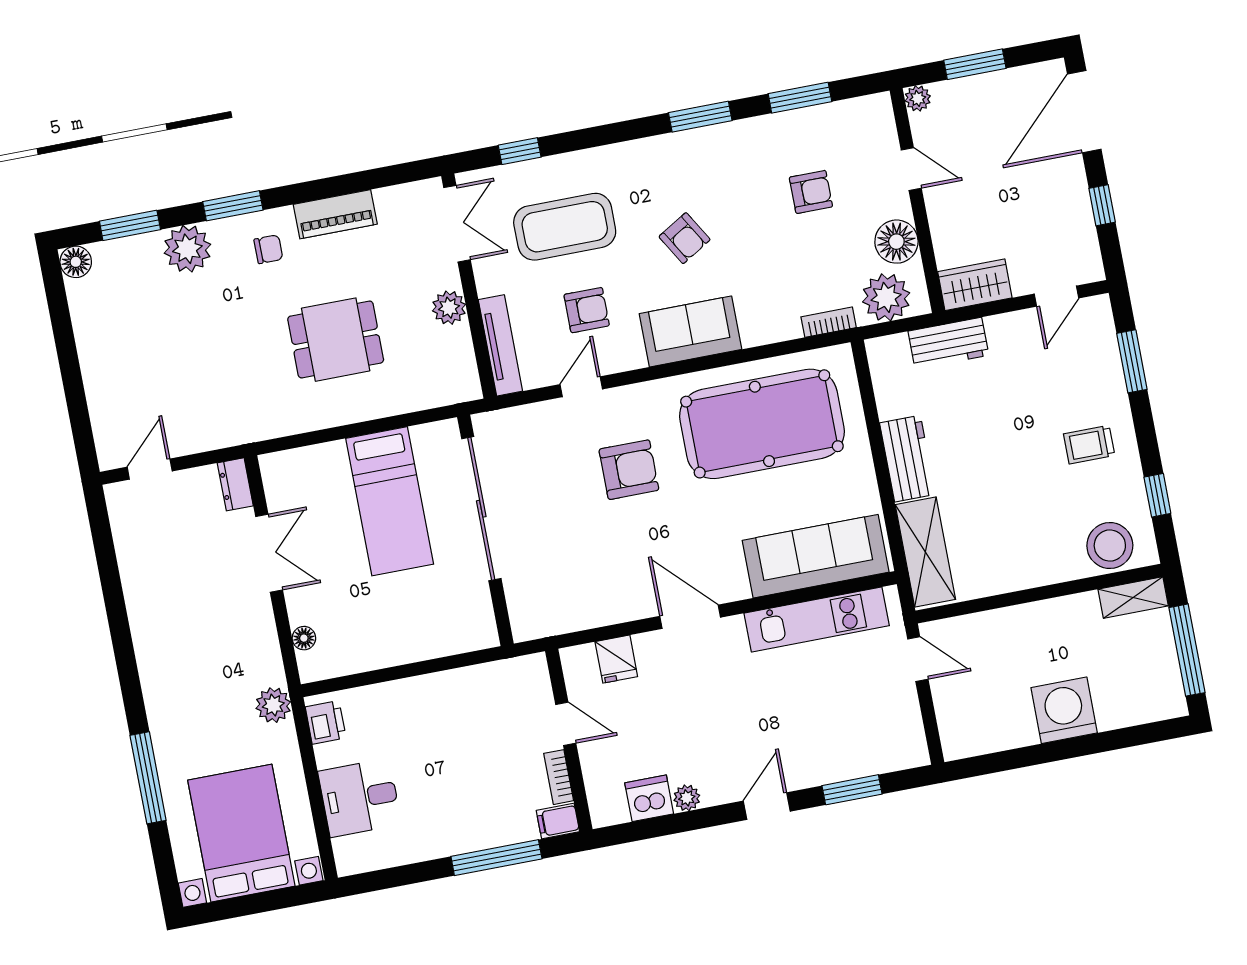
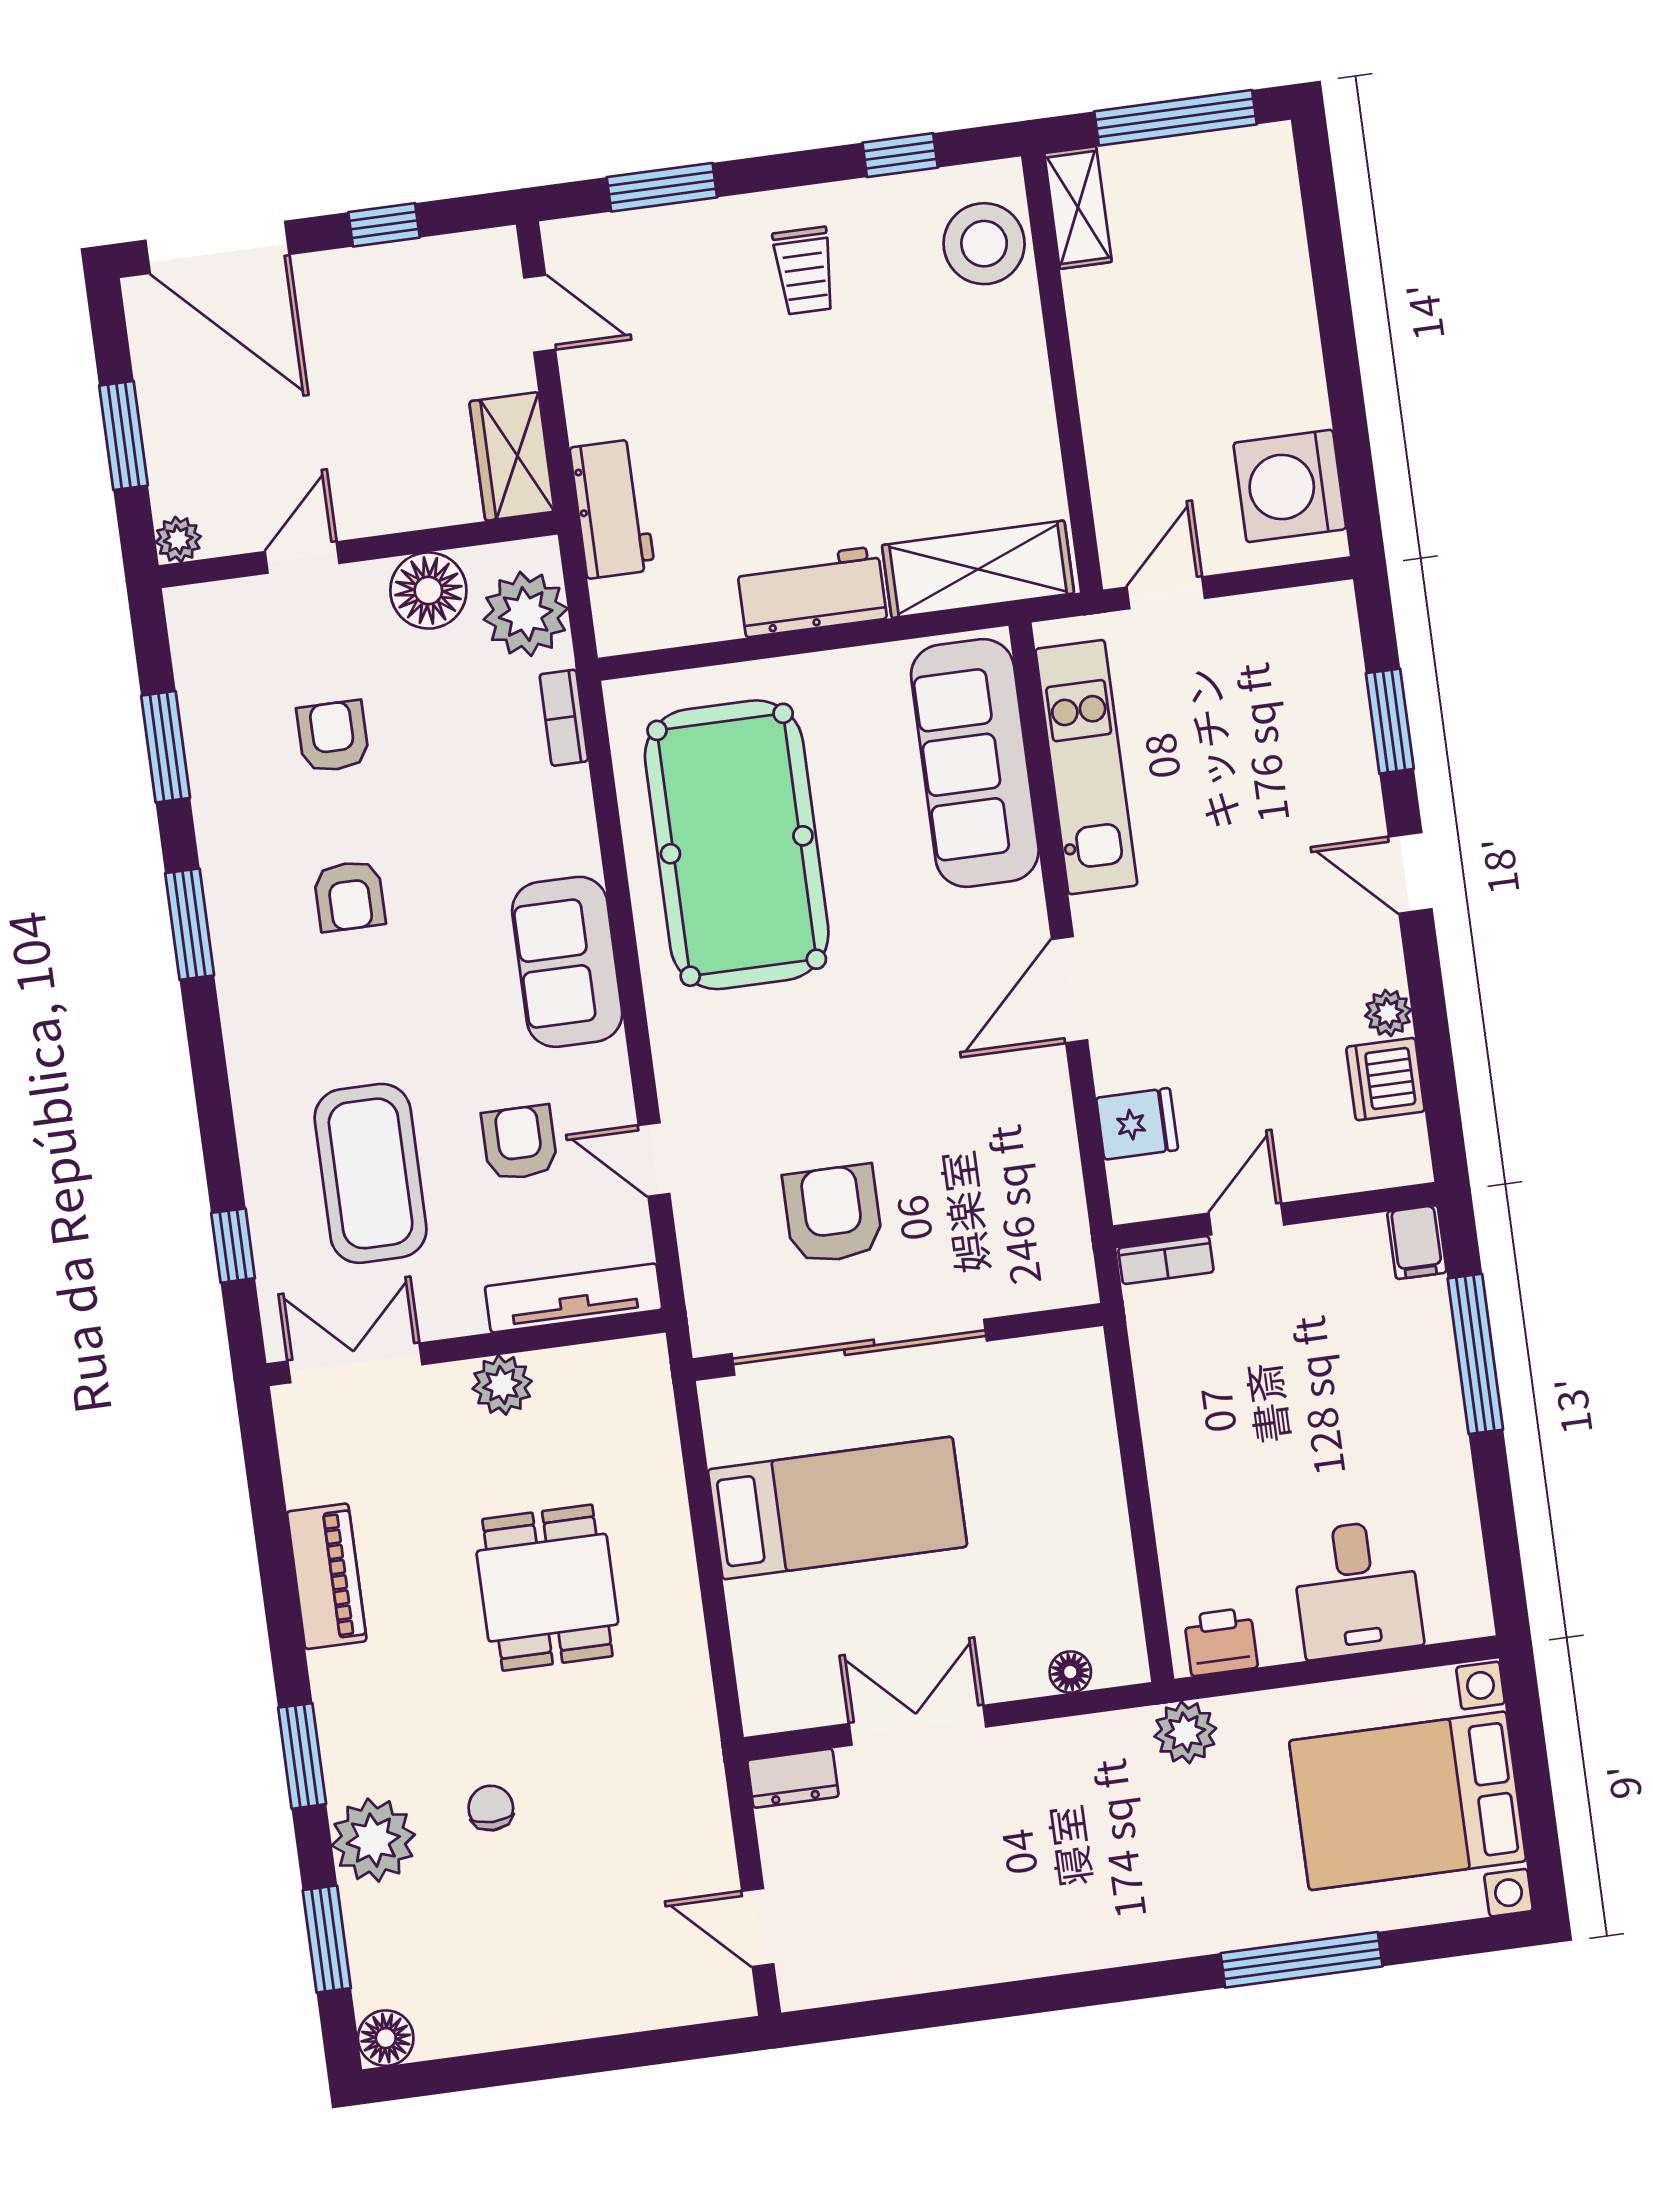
armchair: (685, 238) -> (349, 896), moved, turned 121
chair: (268, 249) -> (491, 1808), moved
armchair: (629, 470) -> (833, 1214), moved
washing machine: (1064, 710) -> (1290, 486), moved
bookcase: (559, 777) -> (1166, 1260), moved

